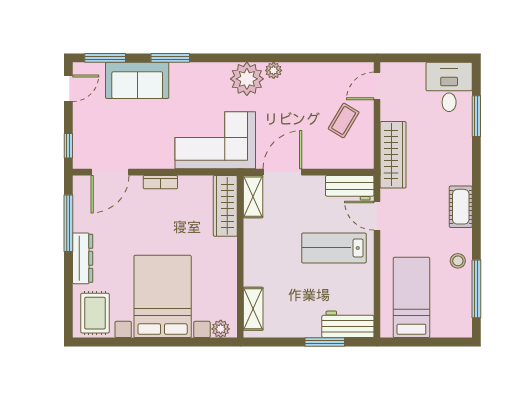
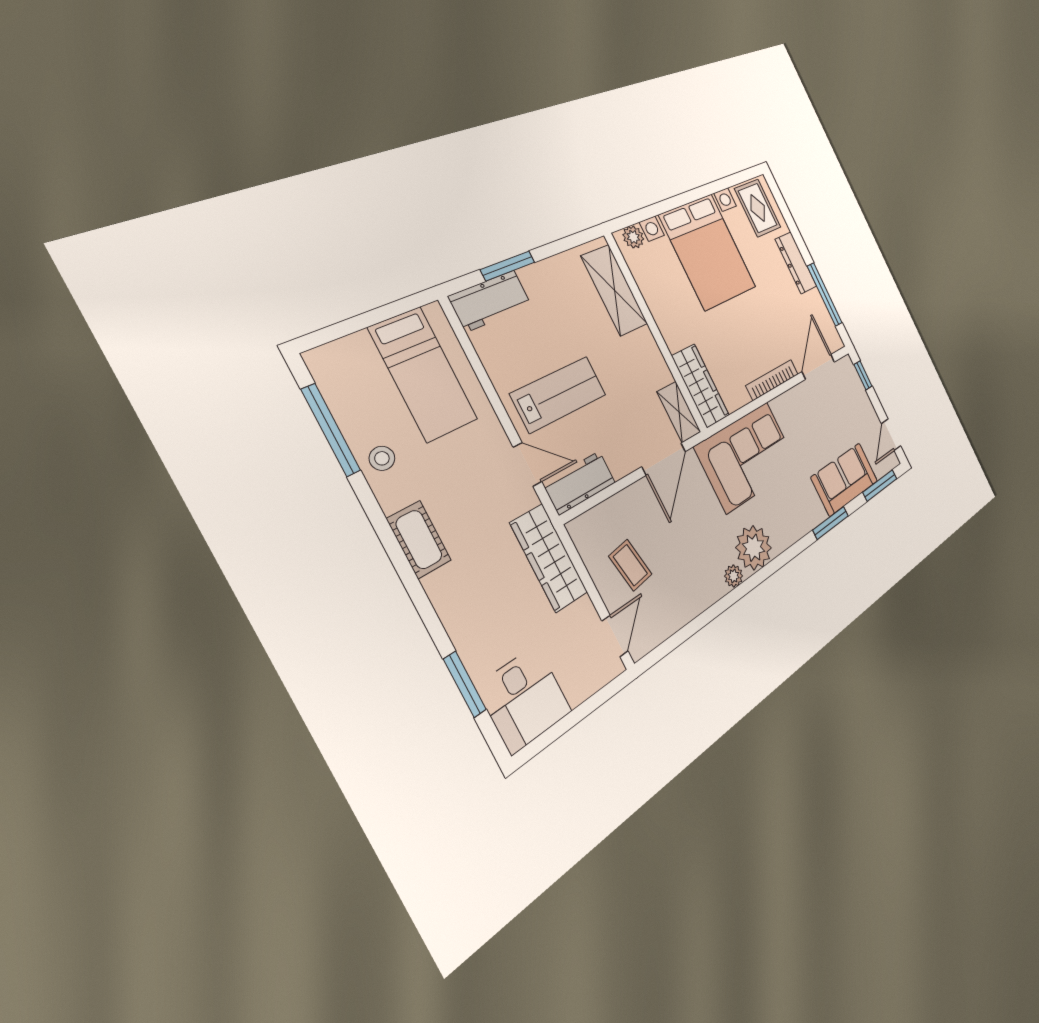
coffee table: (344, 120) -> (630, 565), turned -40
bookcase: (160, 182) -> (772, 380), width x1.56
shelving: (253, 309) -> (614, 290), width x1.50, depth x1.33

